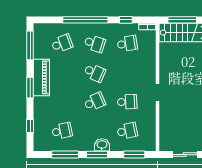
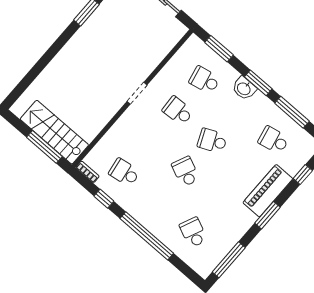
school desk: (62, 44) -> (193, 232), turned 45
school desk: (95, 44) -> (159, 202), removed
piano: (41, 77) -> (268, 191), moved

